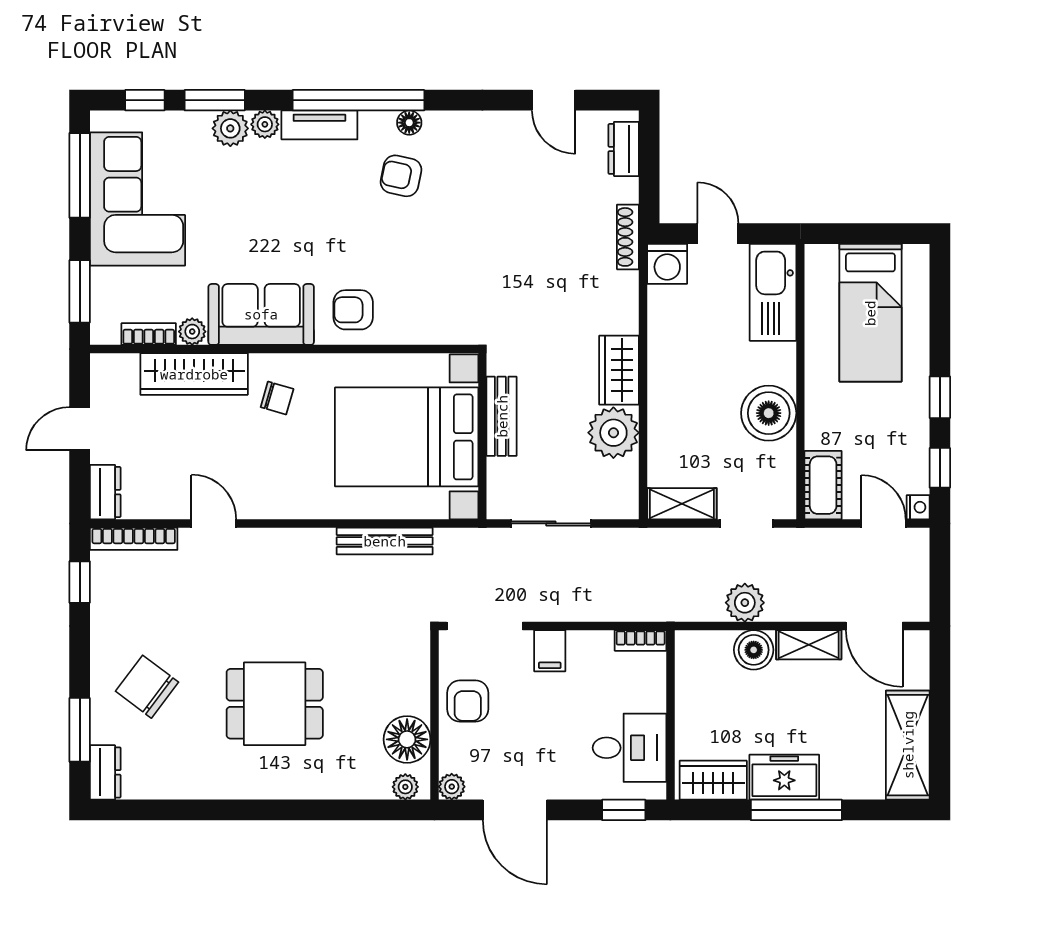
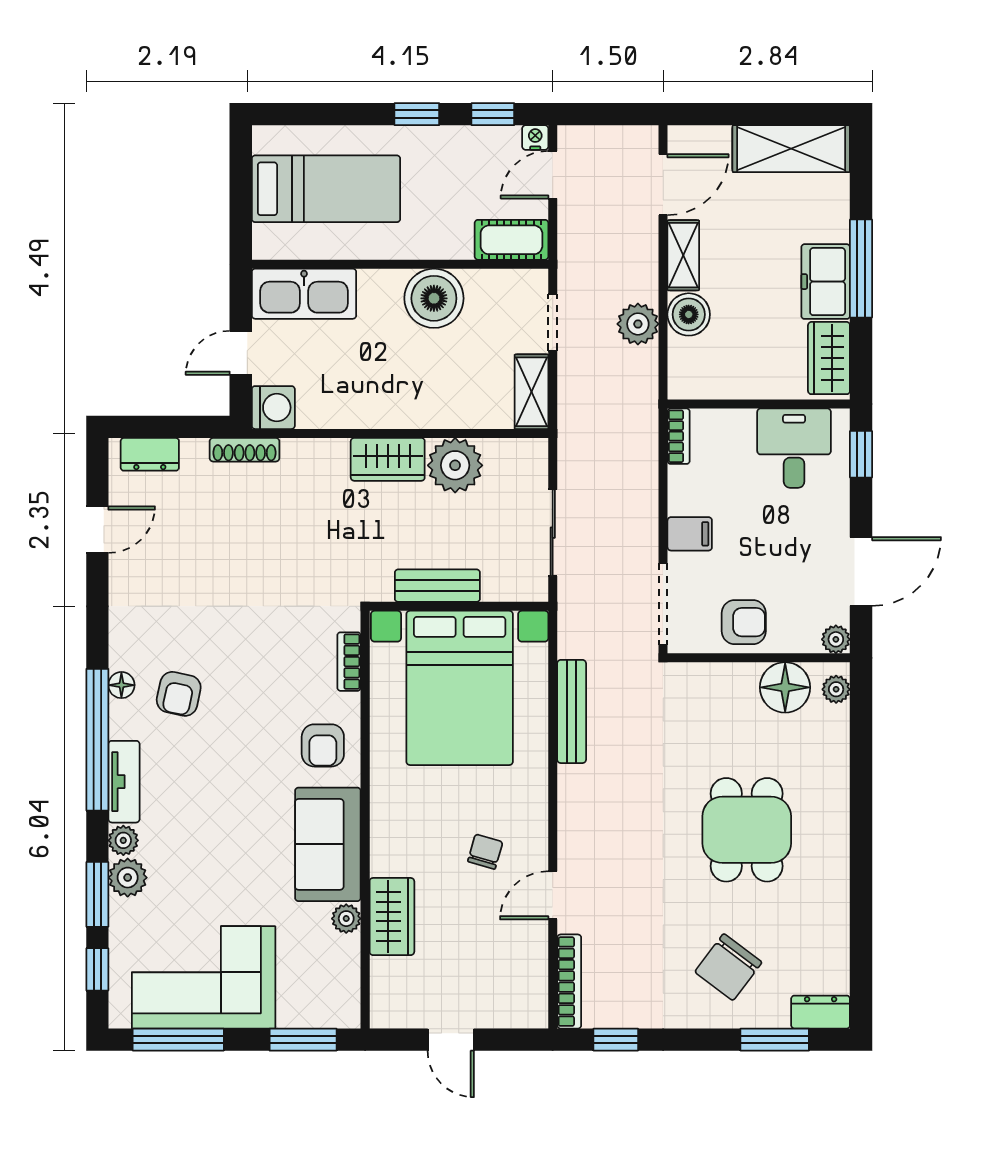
bookcase: (149, 334) -> (349, 662), moved
wardrobe: (194, 374) -> (392, 917), width x0.67
chair: (277, 398) -> (485, 852), moved
dresser: (105, 492) -> (519, 1012), removed

